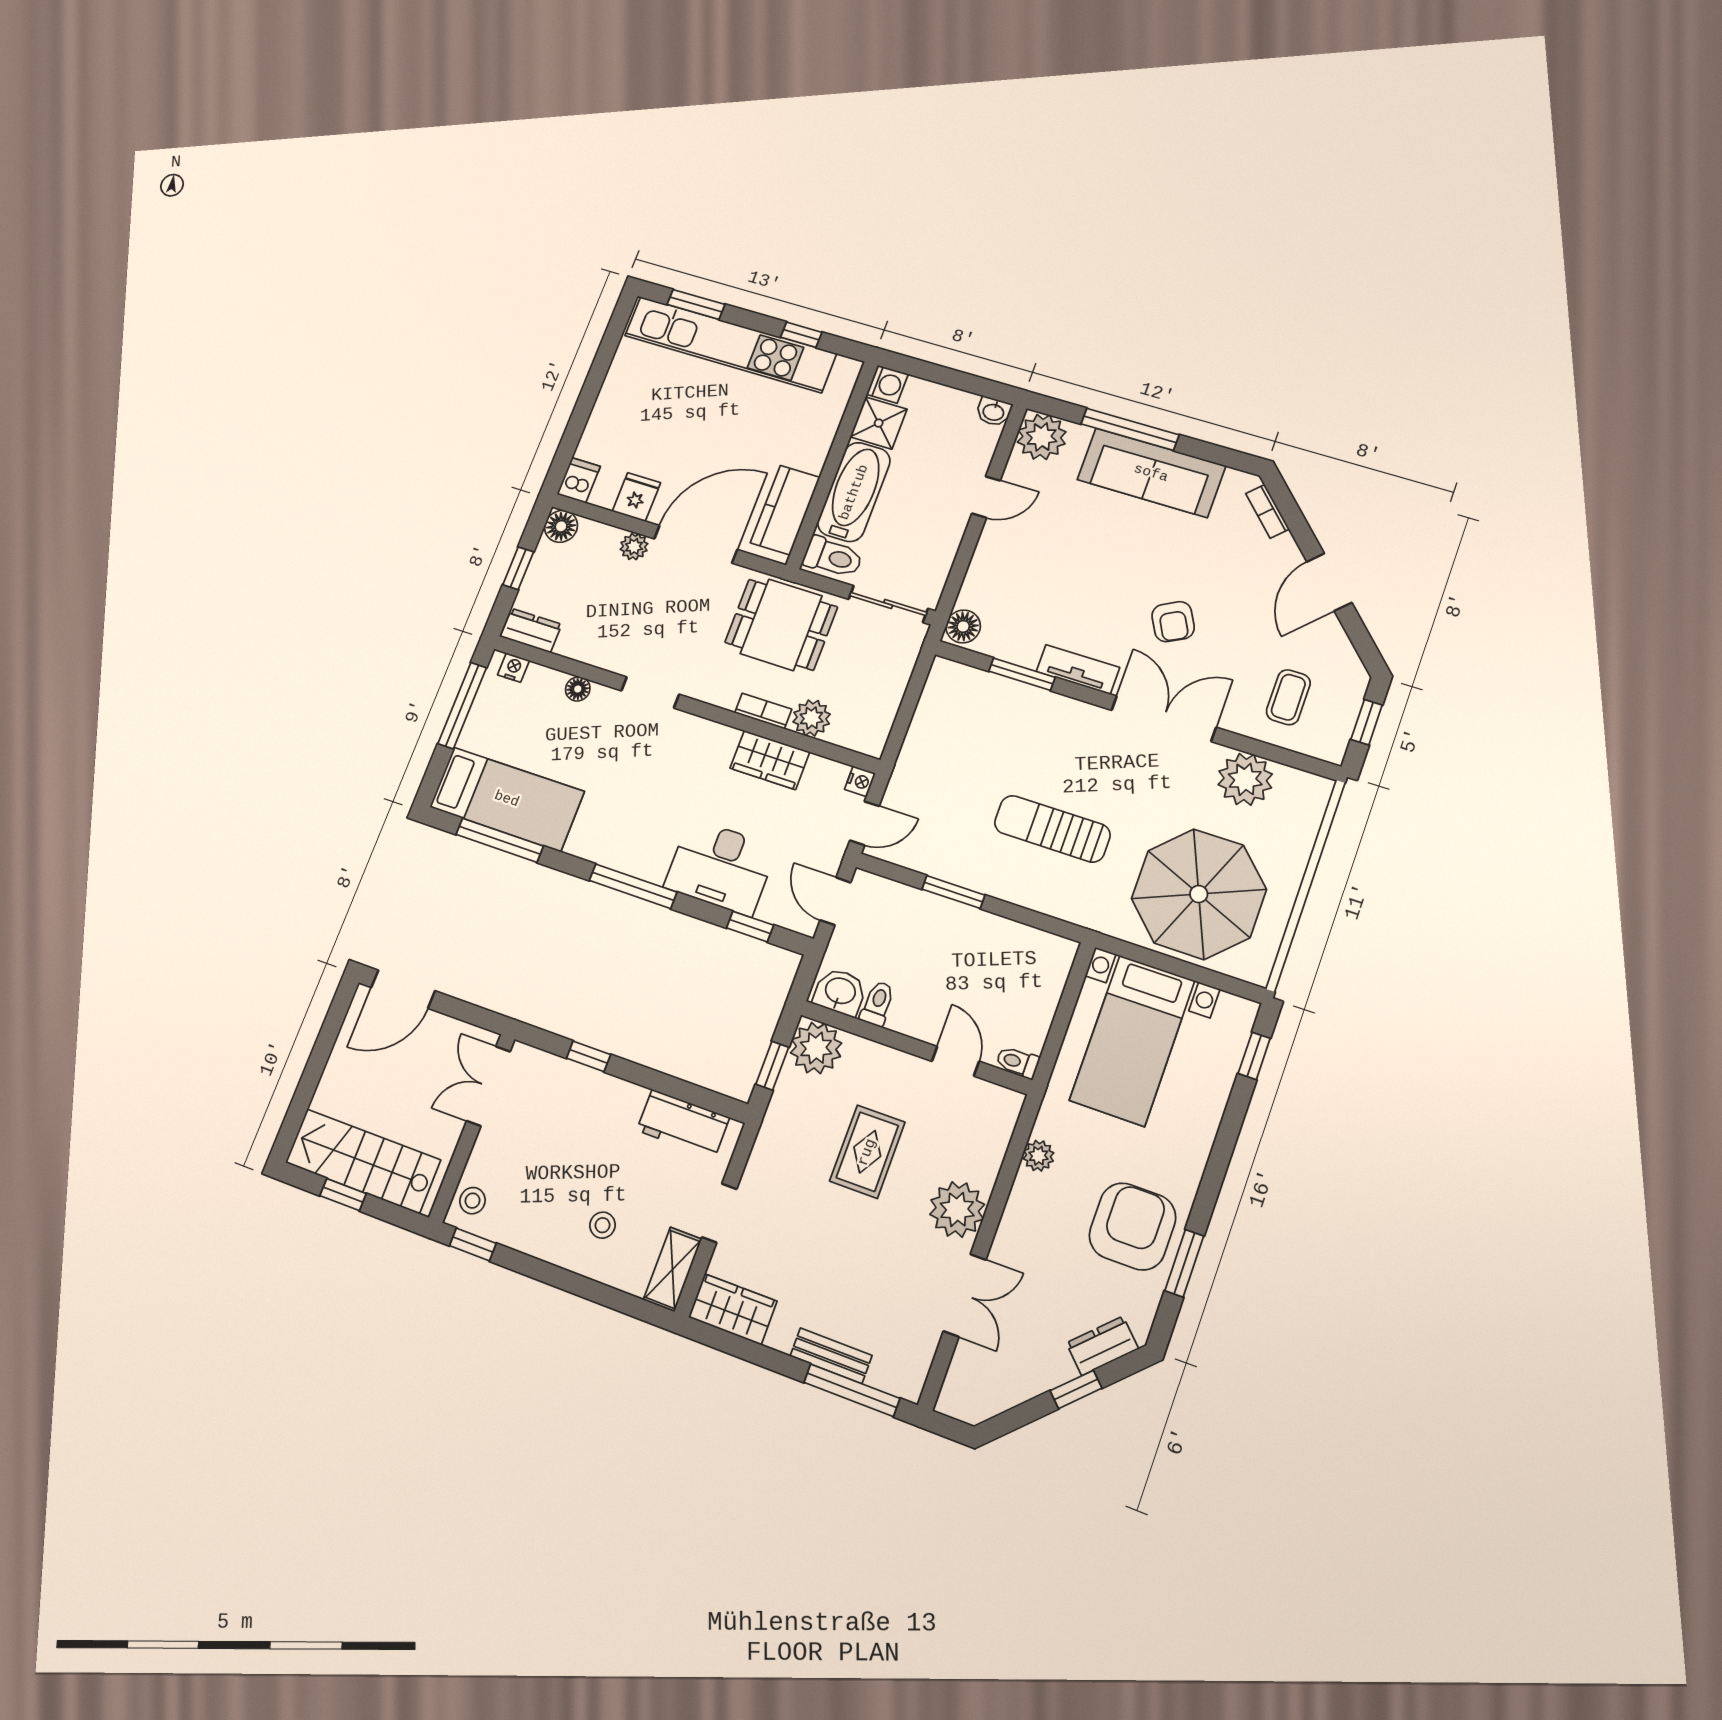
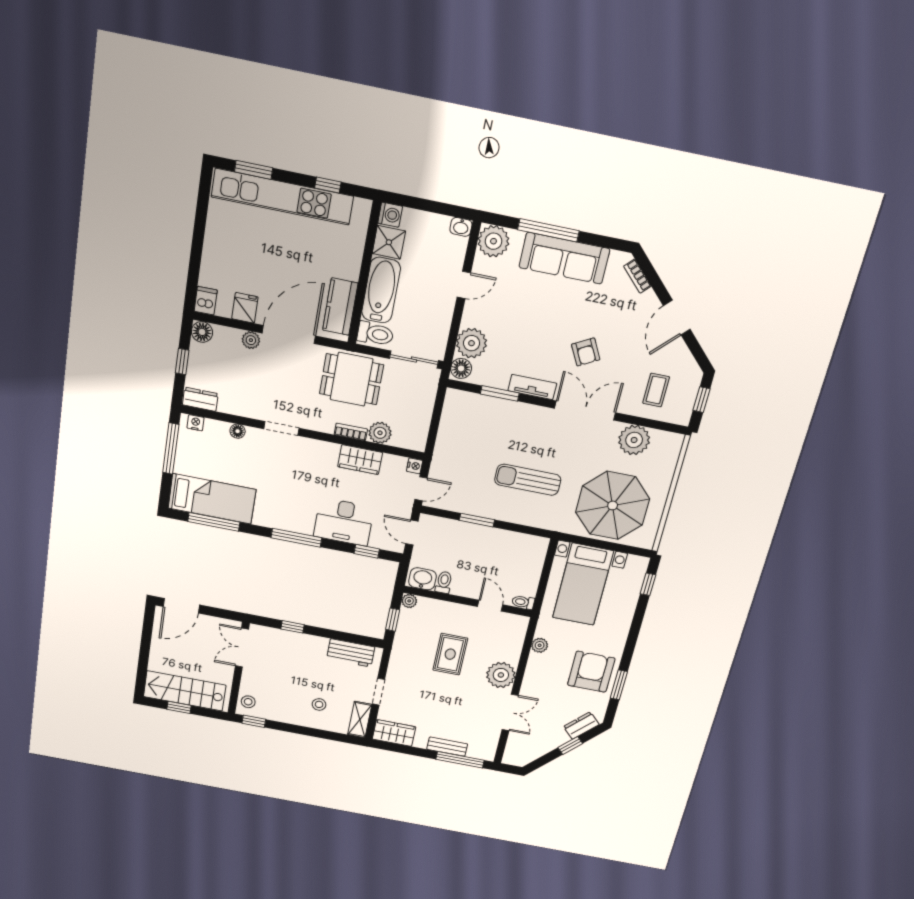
plant: (986, 588) -> (472, 343), added
plant: (816, 1048) -> (409, 601), width x0.53, depth x0.53

